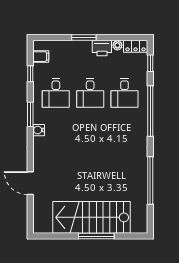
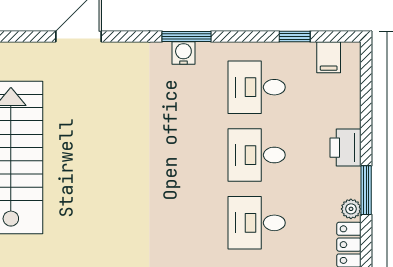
window: (84, 38) -> (366, 190), moved
printer: (102, 48) -> (346, 148), moved
window: (30, 114) -> (186, 37), moved

